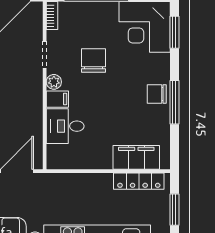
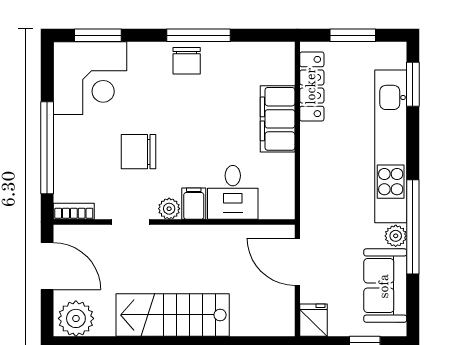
filing cabinet: (136, 157) -> (278, 119), moved

